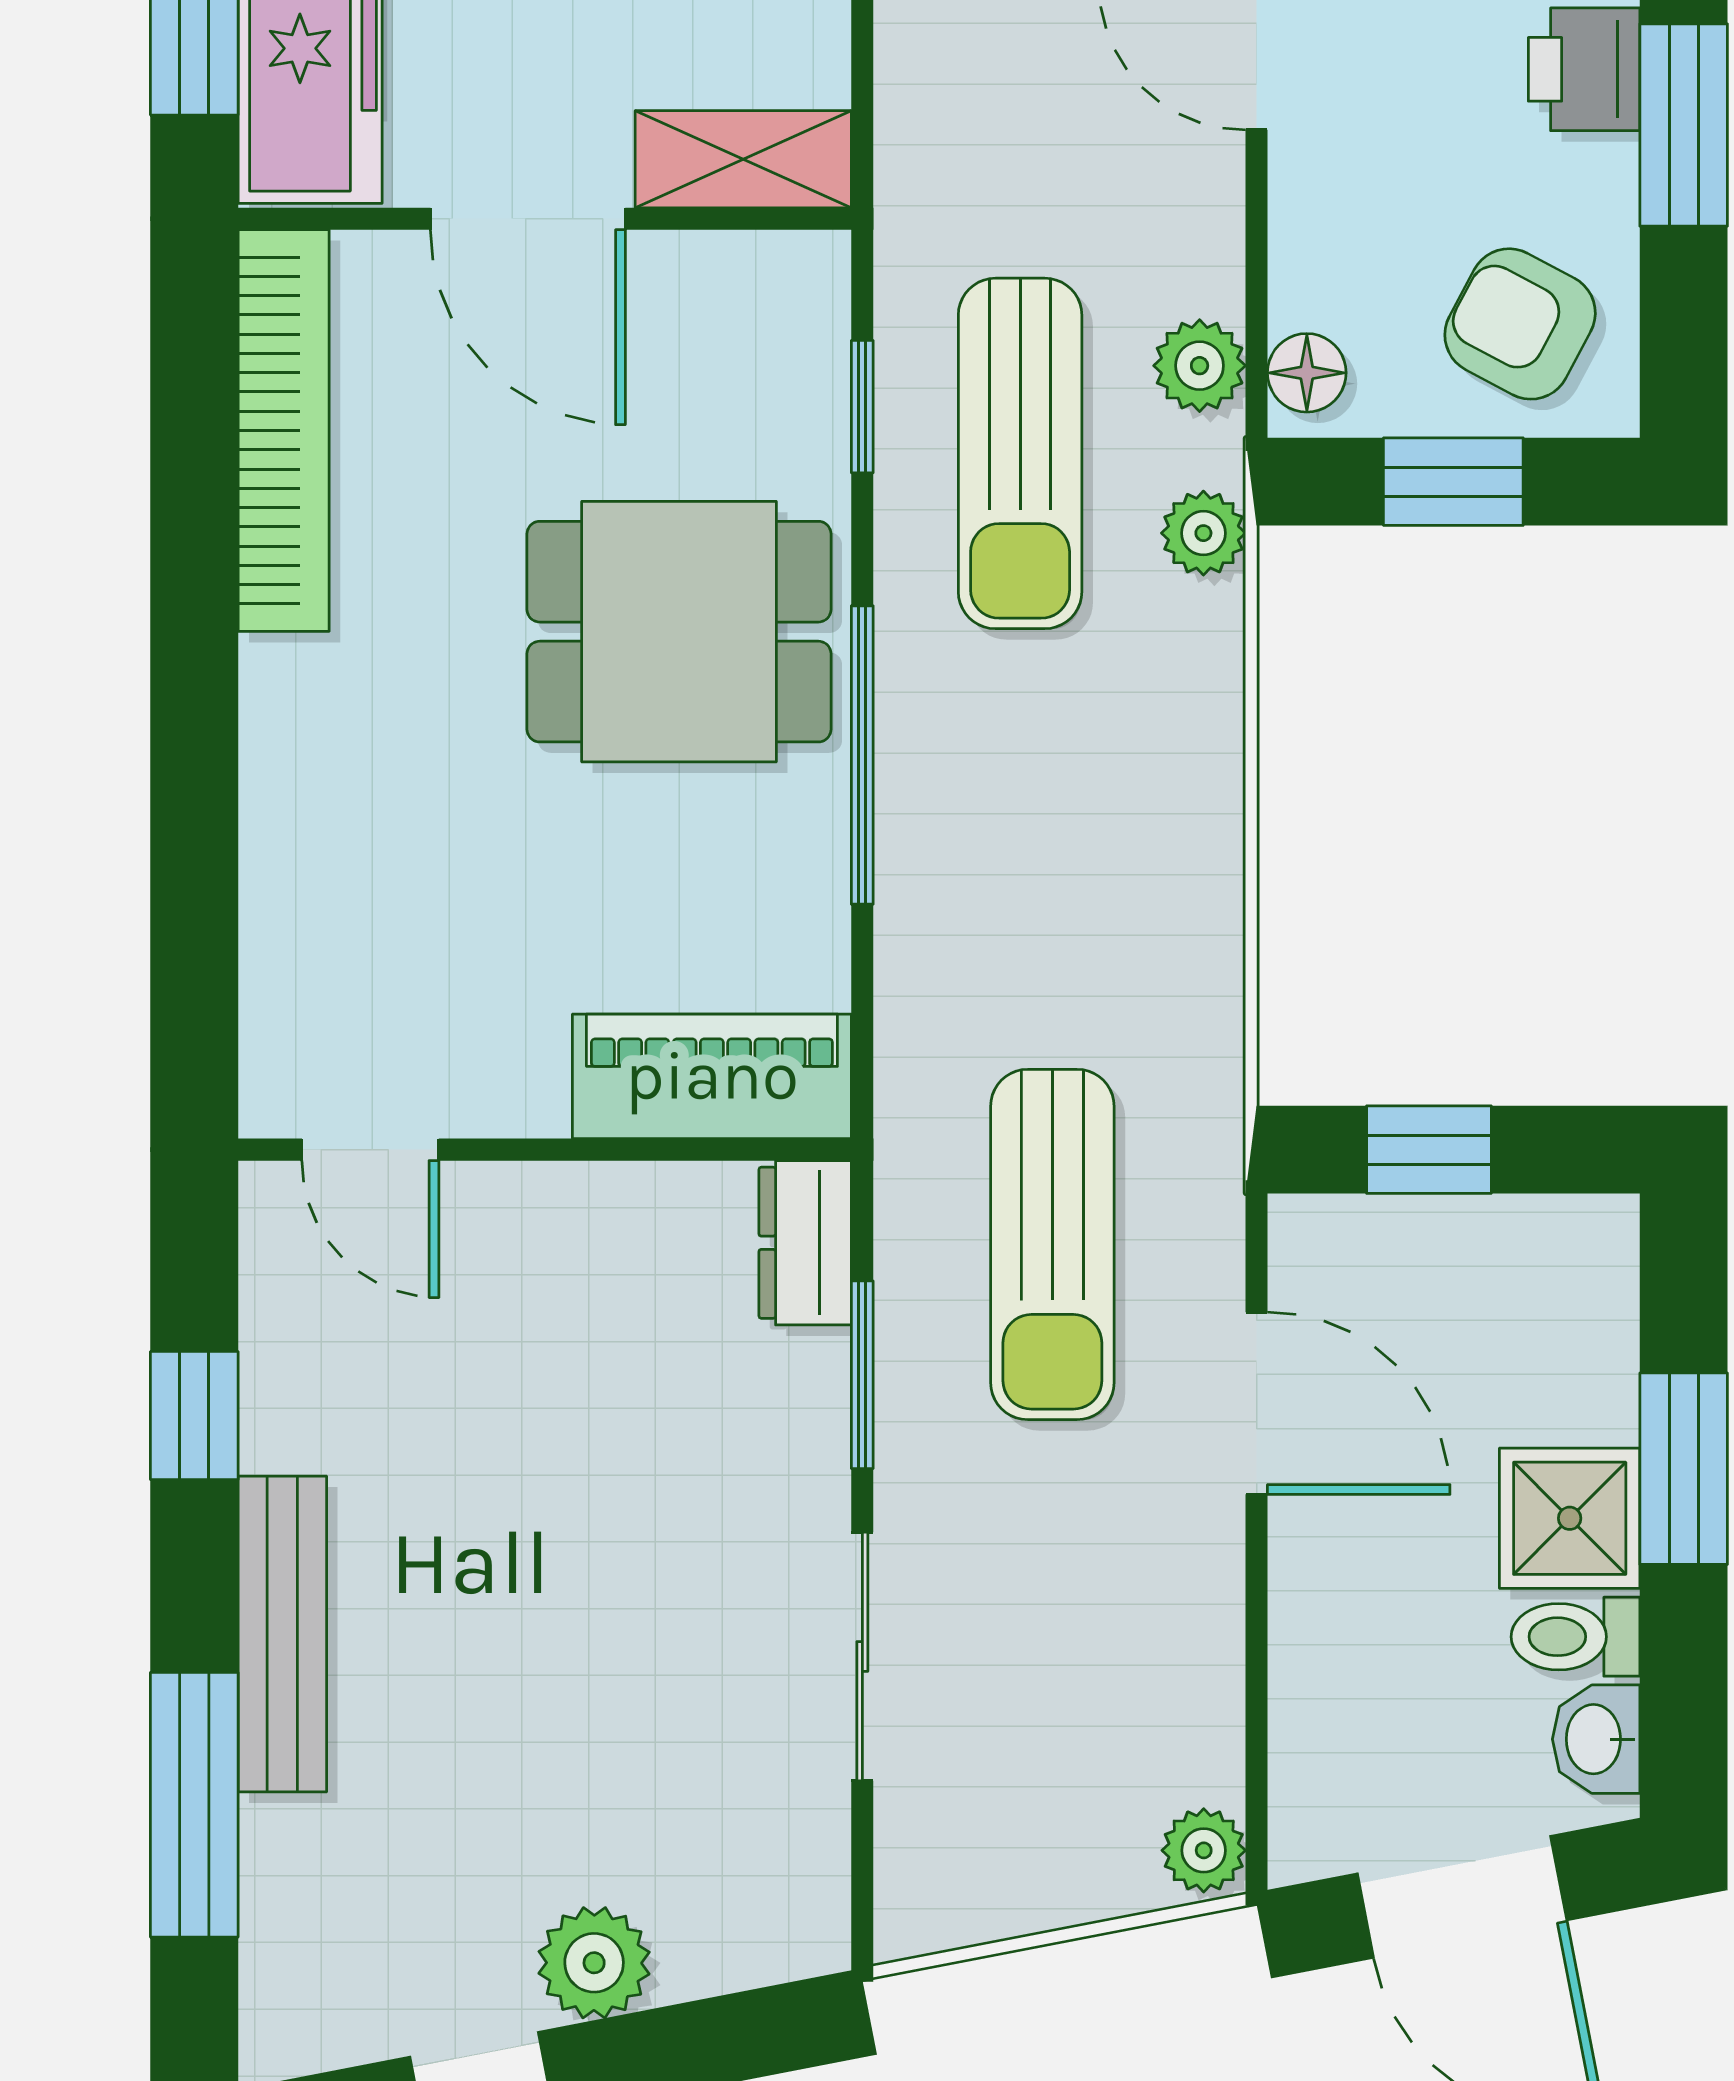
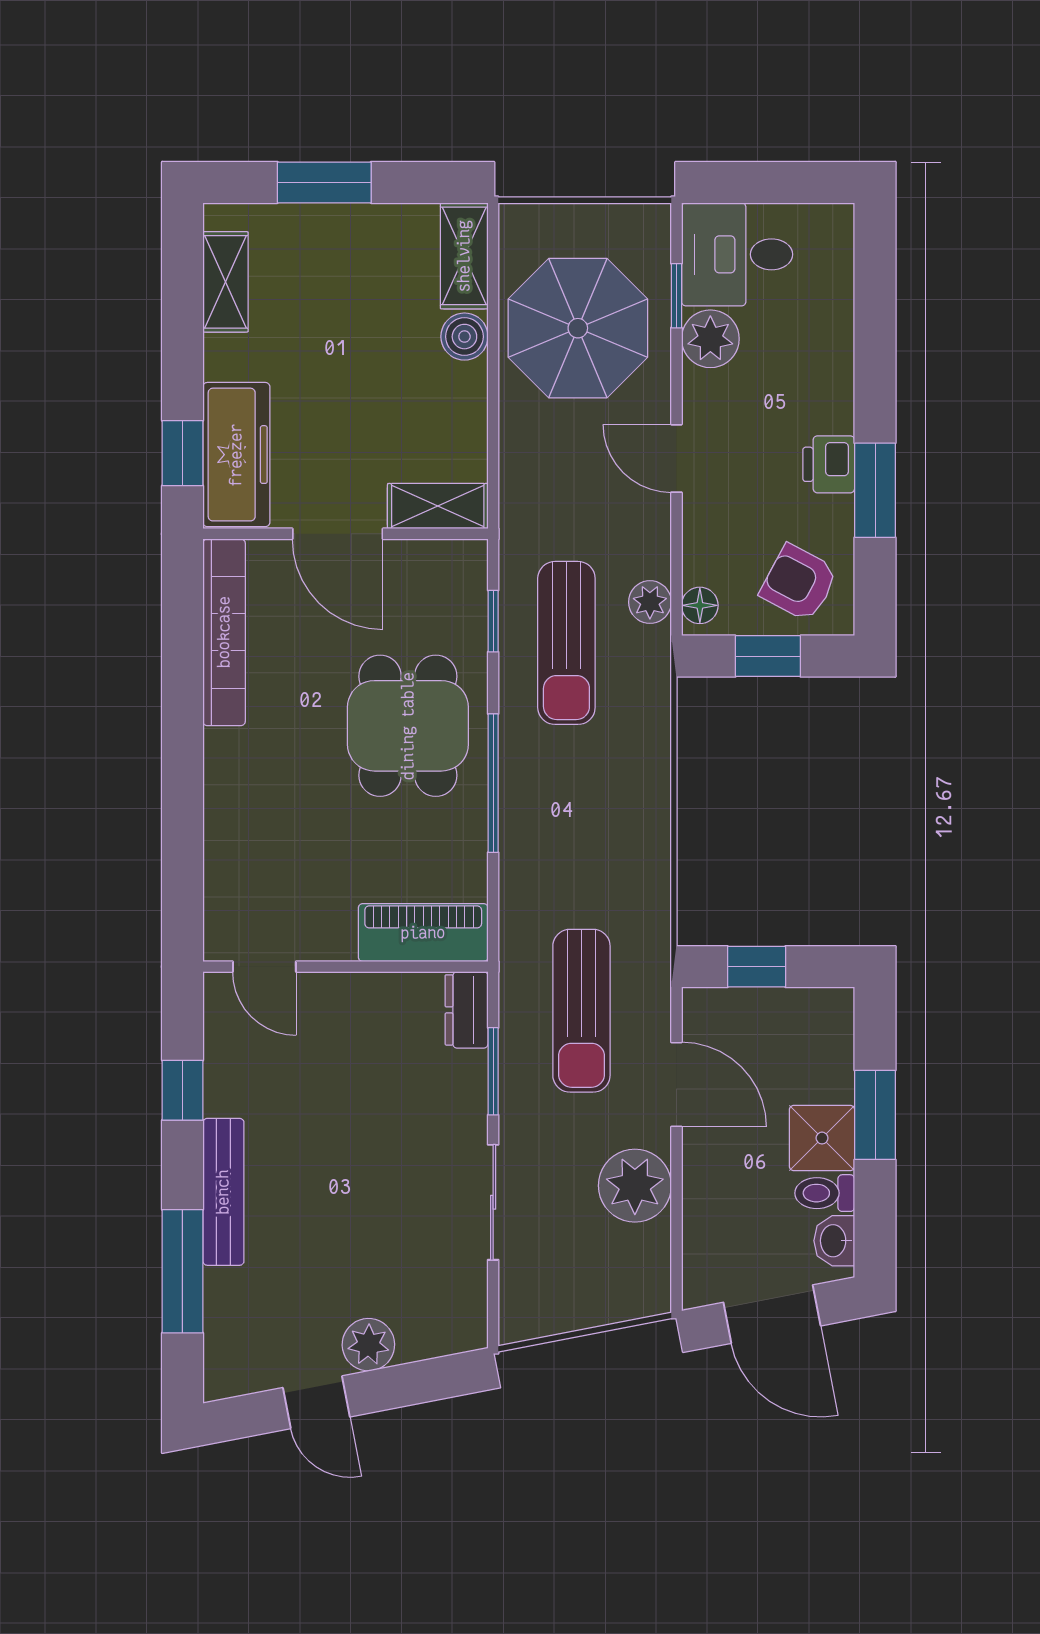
plant: (1203, 533) -> (652, 680), removed
dining table: (679, 632) -> (408, 726), turned 90
plant: (1204, 1850) -> (635, 1186), moved, width x1.87, depth x1.87

